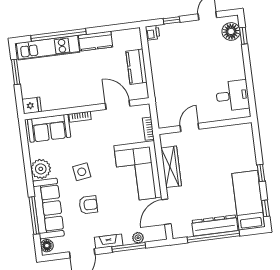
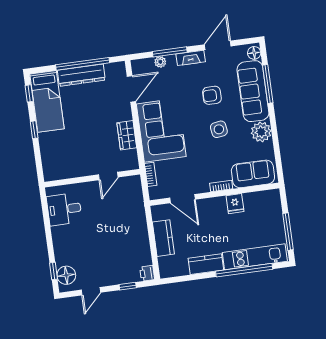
window: (16, 72) -> (288, 232), width x1.44
fridge: (32, 105) -> (235, 204), moved, turned -90
wardrobe: (171, 167) -> (127, 135), width x0.67

